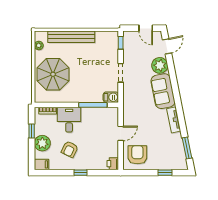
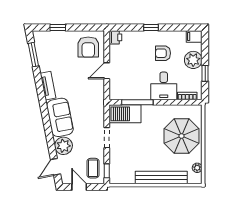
coffee table: (133, 45) -> (93, 168), added
barbecue: (111, 97) -> (125, 114), width x1.88, depth x1.53
armchair: (70, 149) -> (163, 53), turned -116

